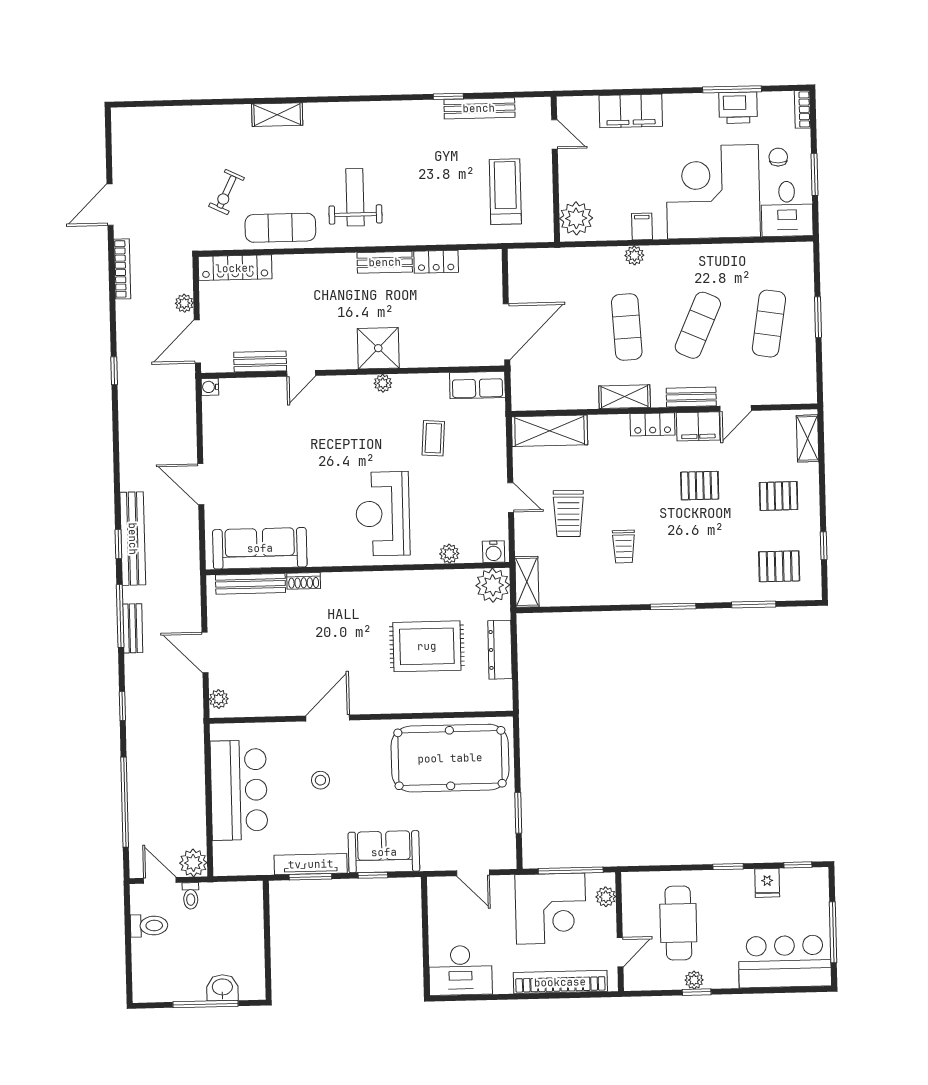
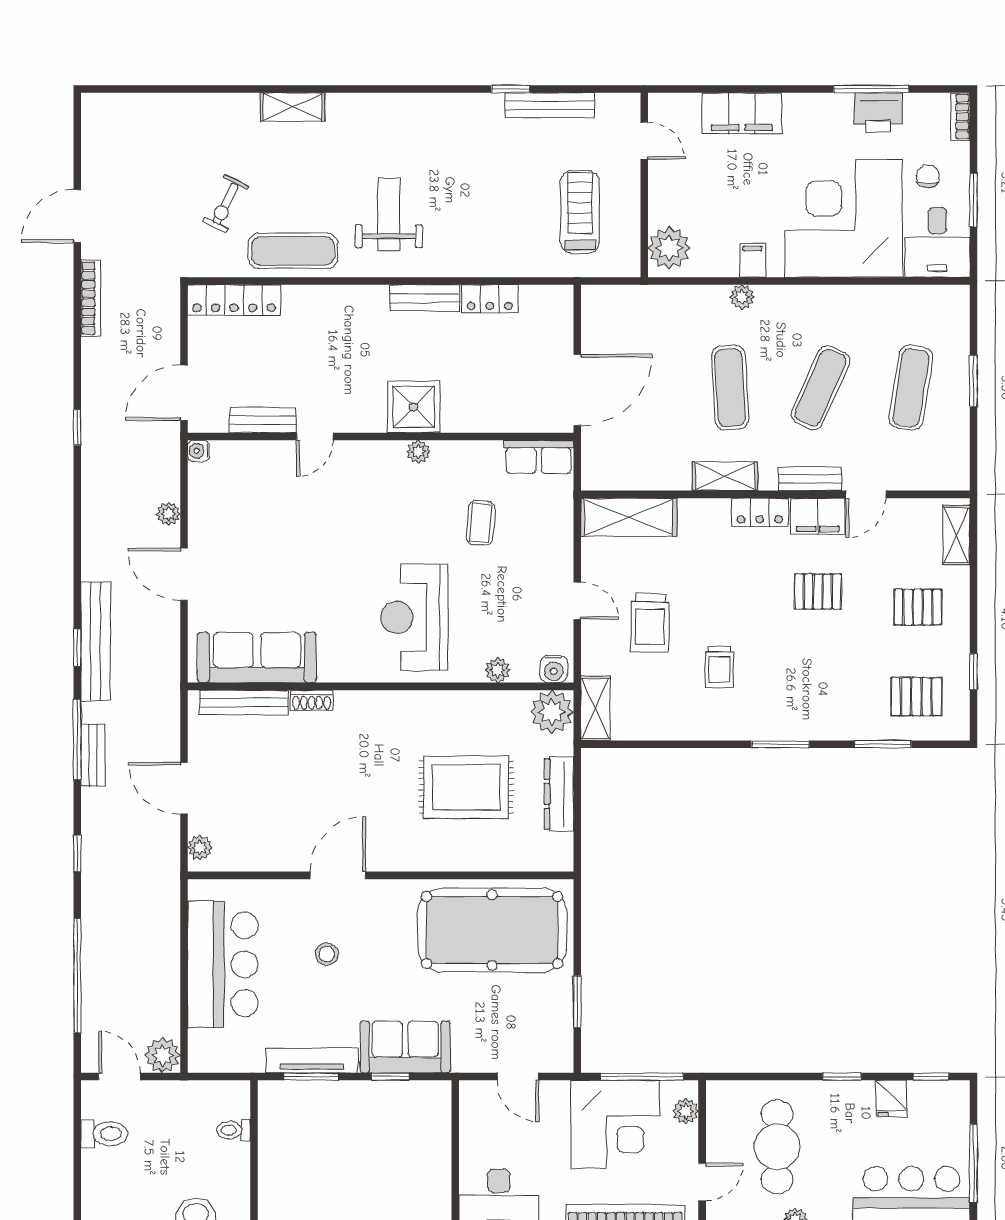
plant: (184, 303) -> (168, 514), moved
toilet: (191, 896) -> (234, 1130), moved, turned 90

